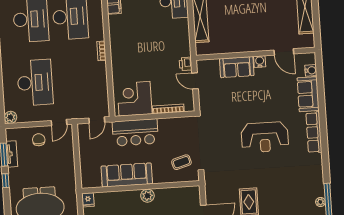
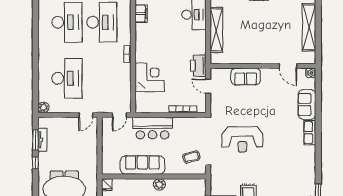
water cooler: (260, 62) -> (266, 73), removed
printer: (186, 64) -> (198, 66), width x1.87, depth x1.48
water cooler: (311, 70) -> (311, 73), moved
corner desk: (135, 99) -> (150, 77), moved, turned 90
row of seats: (314, 132) -> (310, 133), width x0.68
reception desk: (265, 137) -> (242, 139), moved
chair: (39, 140) -> (67, 129), removed

